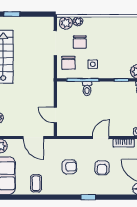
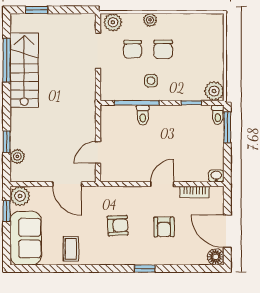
plant: (78, 21) -> (150, 20), moved
chair: (68, 63) -> (163, 49), moved
door: (55, 115) -> (98, 152), hinge flipped

